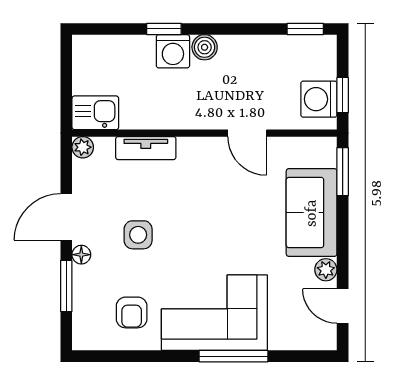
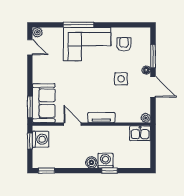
tv unit: (146, 148) -> (101, 118), moved
sofa: (312, 213) -> (44, 103), moved
door: (66, 217) -> (153, 87), hinge flipped
plant: (326, 270) -> (37, 32), moved

